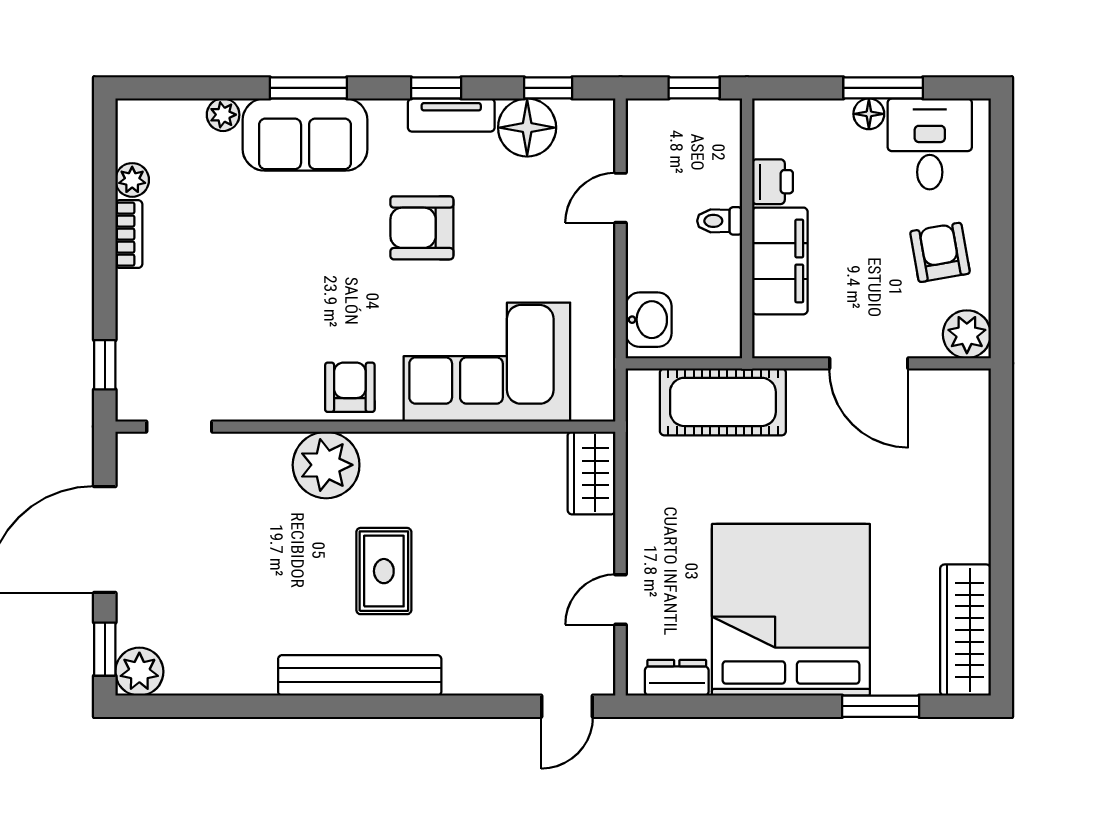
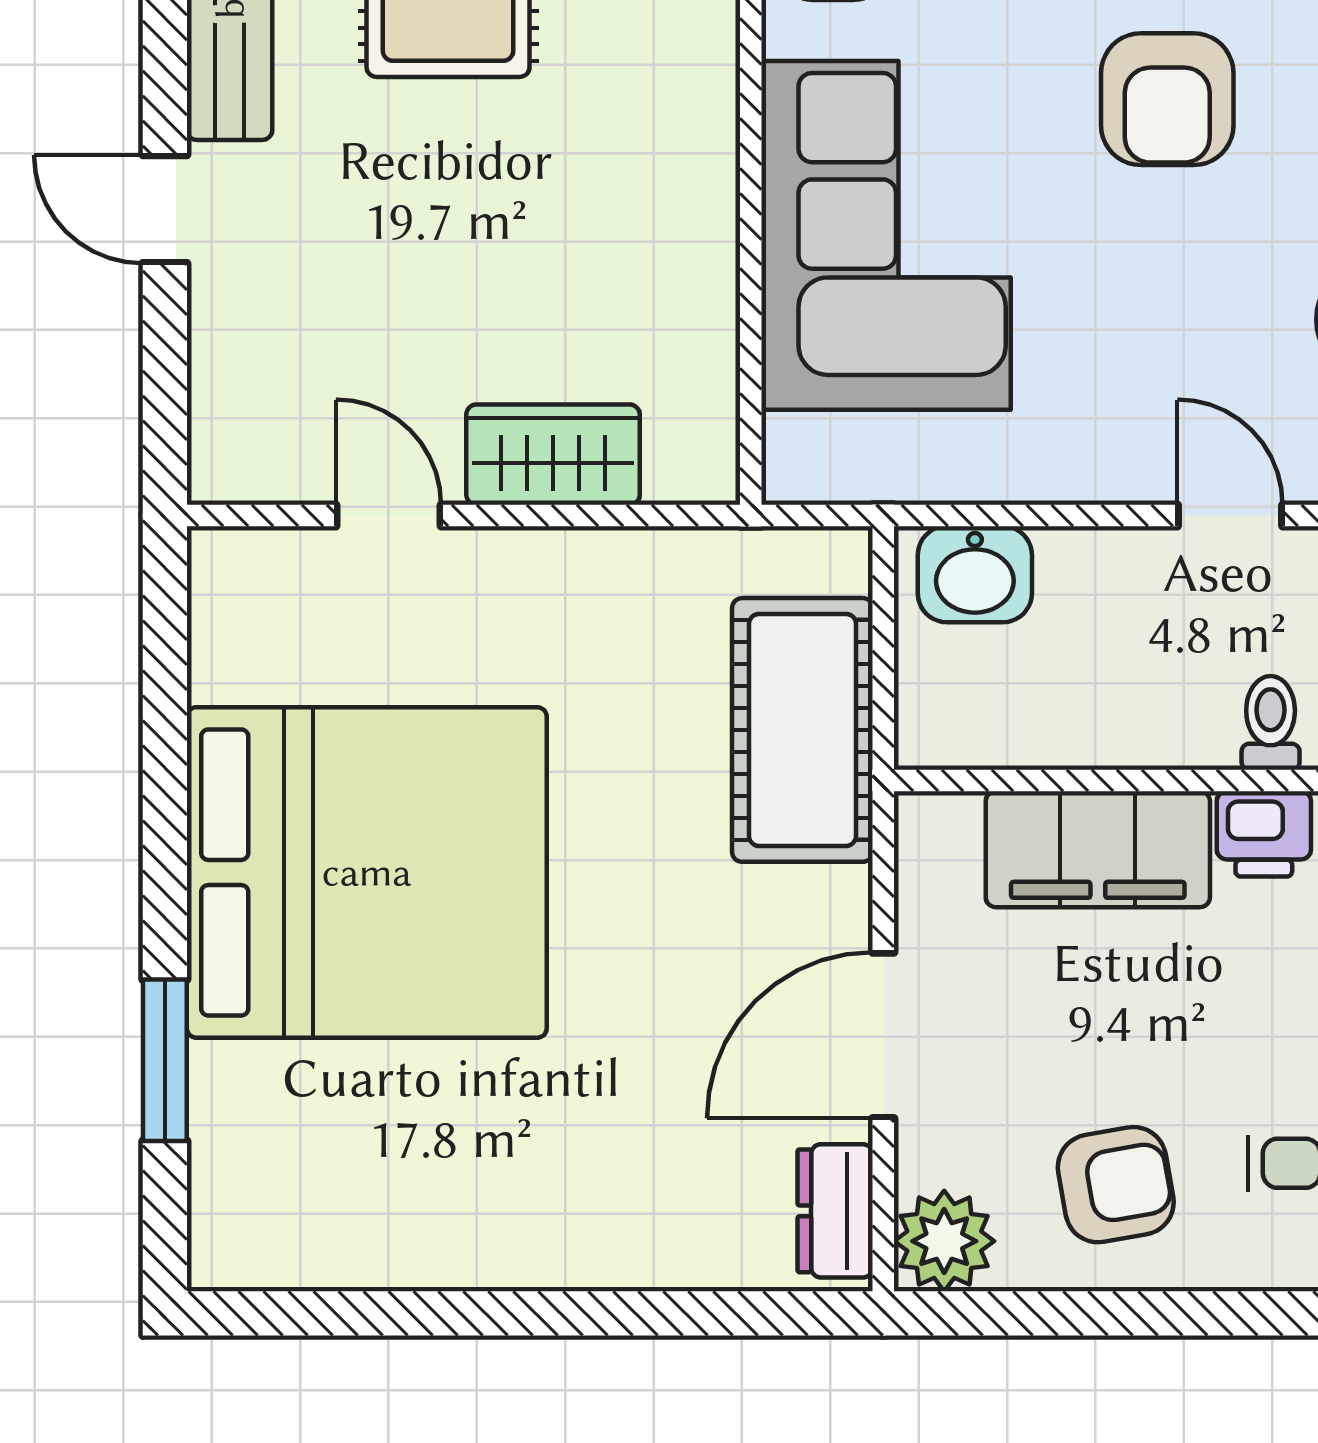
toilet: (720, 221) -> (1271, 723), moved
armchair: (422, 228) -> (1167, 99), turned 180
wardrobe: (592, 473) -> (553, 455), moved
wardrobe: (965, 630) -> (324, 1238), removed
dresser: (677, 678) -> (835, 1211), moved, turned 180
door: (567, 706) -> (165, 209), moved

